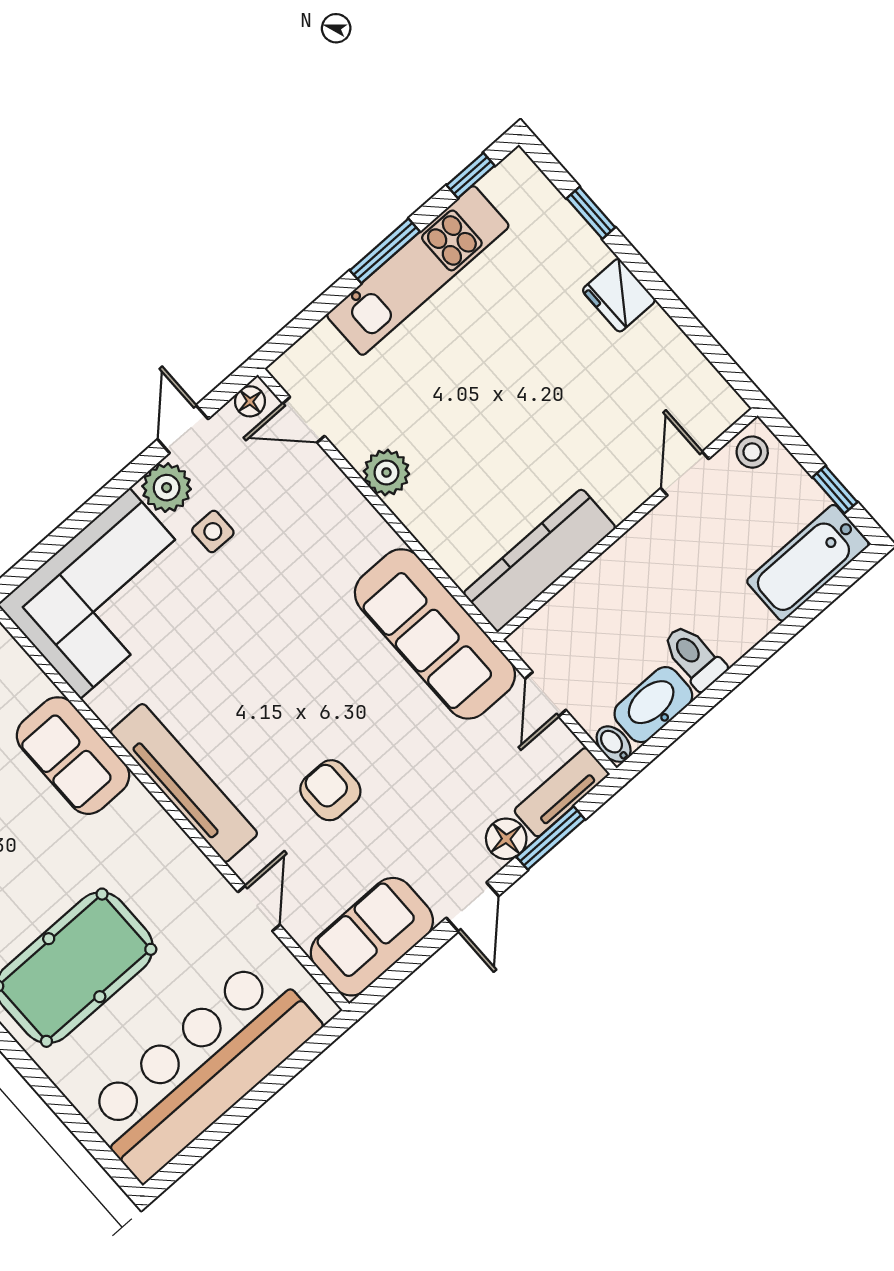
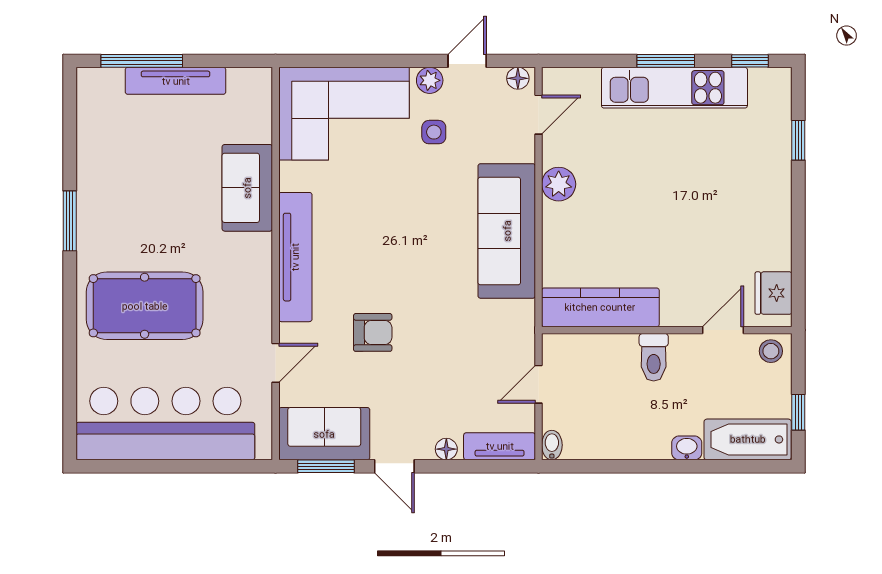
fridge: (619, 295) -> (774, 293), moved
door: (304, 420) -> (539, 115), swing flipped
plant: (167, 488) -> (430, 80), width x0.73, depth x0.73
sofa: (435, 634) -> (507, 231), moved
toilet: (694, 657) -> (654, 357), moved, turned 180
washbasin: (653, 705) -> (687, 448), moved, width x0.52, depth x0.69
armchair: (330, 790) -> (373, 332), turned 90
window: (551, 838) -> (326, 466), moved
floor lamp: (506, 839) -> (446, 449), width x0.73, depth x0.73
door: (472, 907) -> (394, 466), hinge flipped

